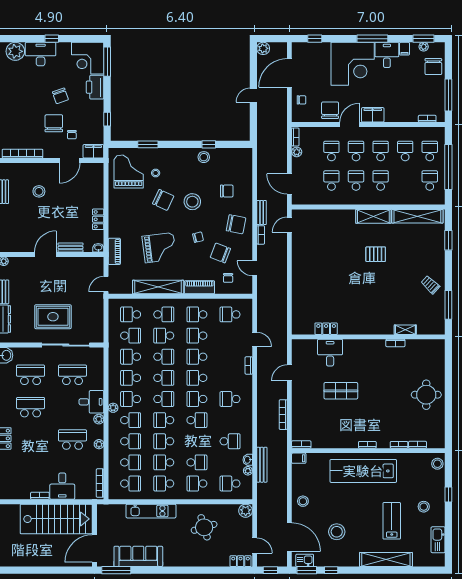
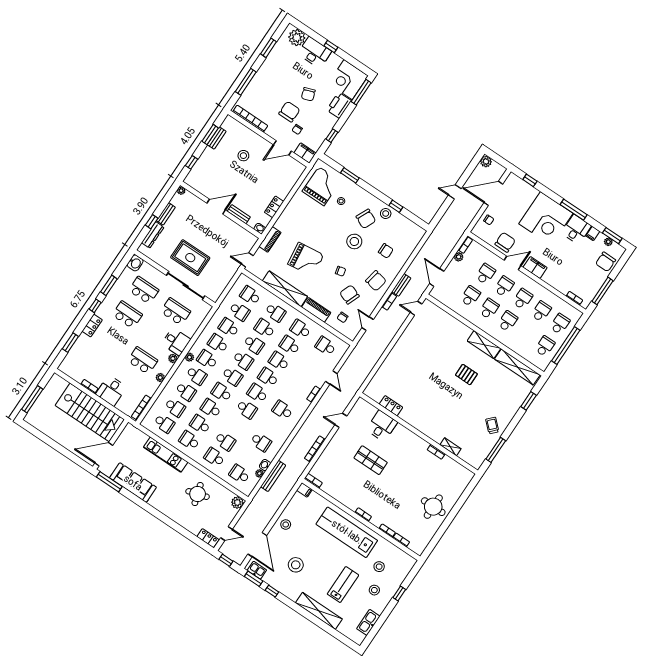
chair: (163, 200) -> (366, 219), moved
stool: (437, 464) -> (379, 567), moved
door: (255, 546) -> (227, 533), hinge flipped

